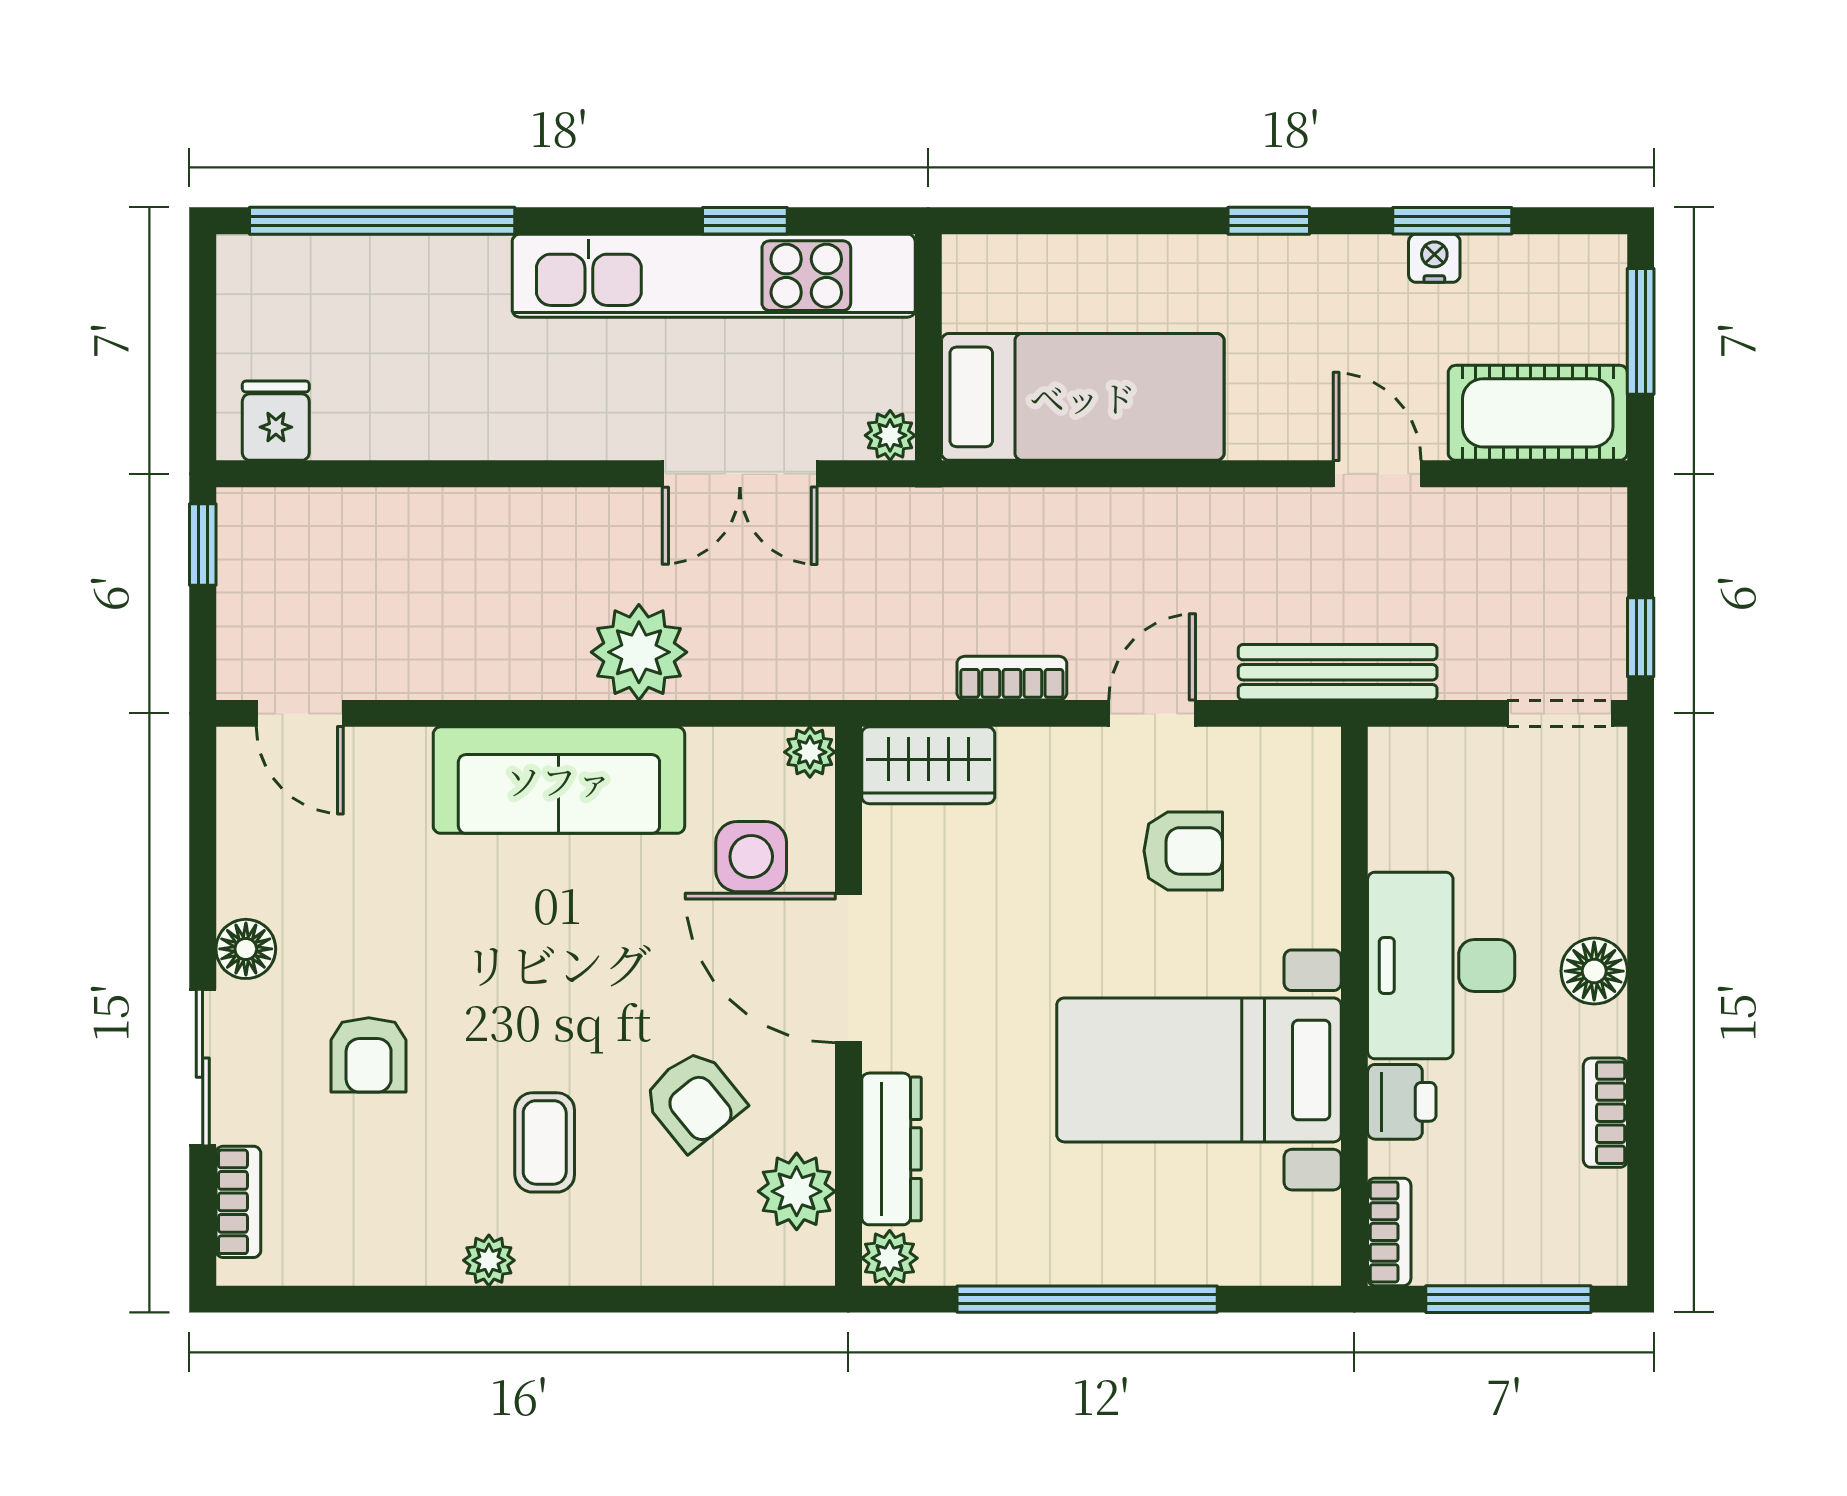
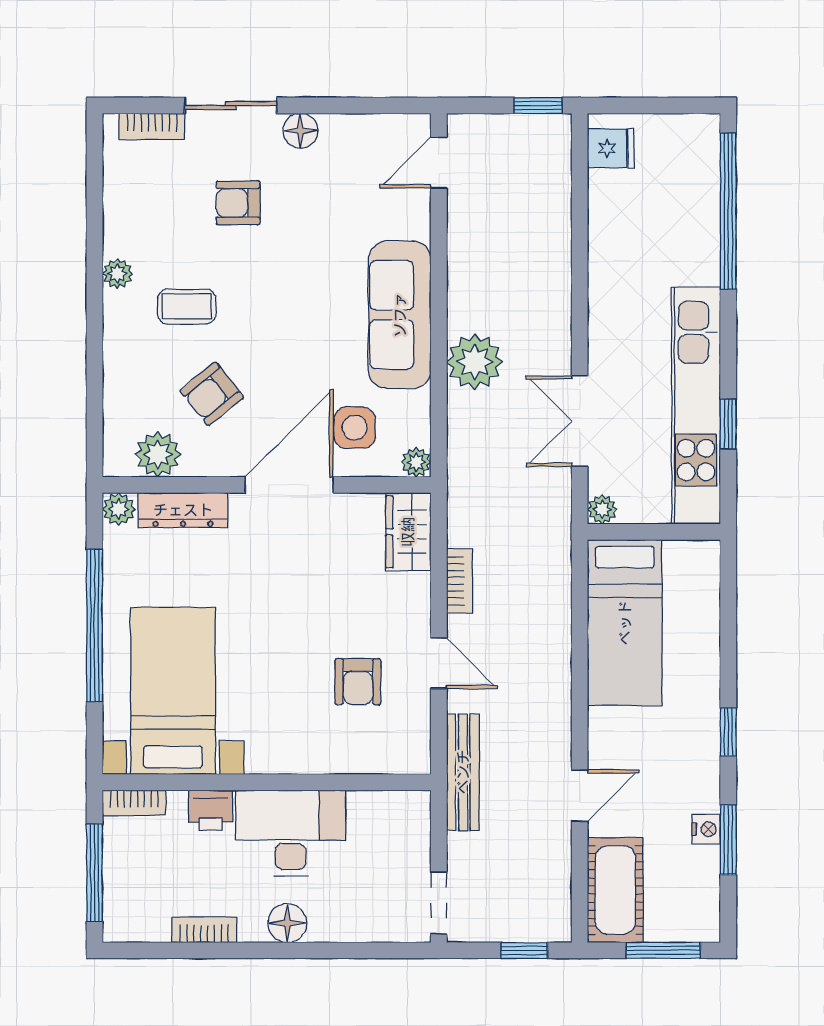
window: (1641, 637) -> (524, 950), moved
bed with nightstands: (1199, 1070) -> (173, 691), moved

